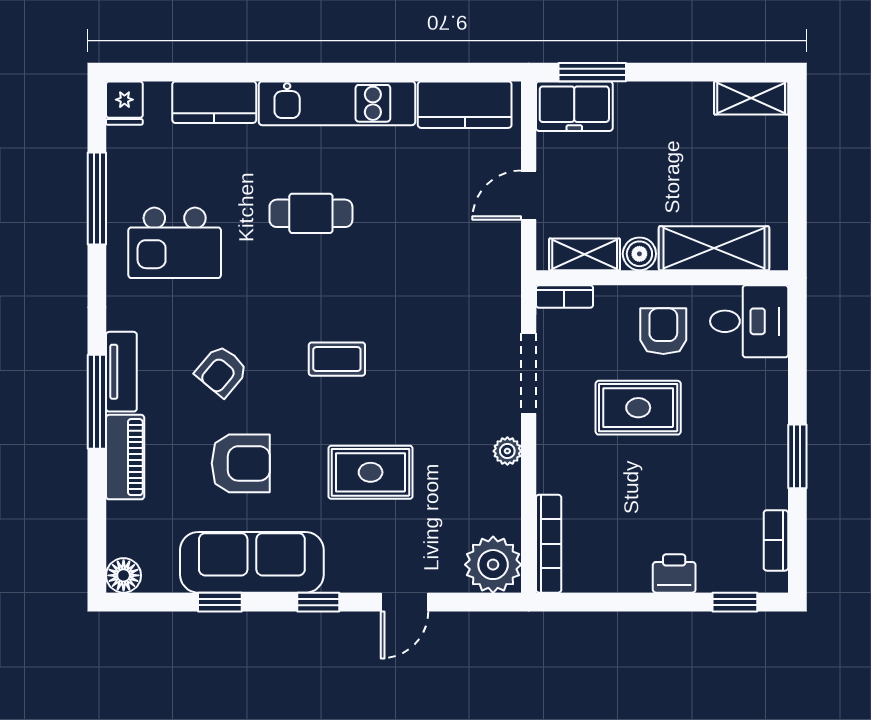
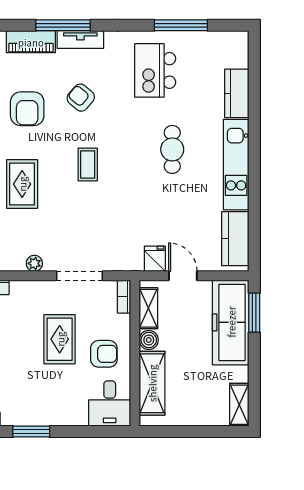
fridge: (124, 103) -> (155, 259), moved, turned 90
freezer: (574, 106) -> (231, 322), width x1.91, depth x1.26

